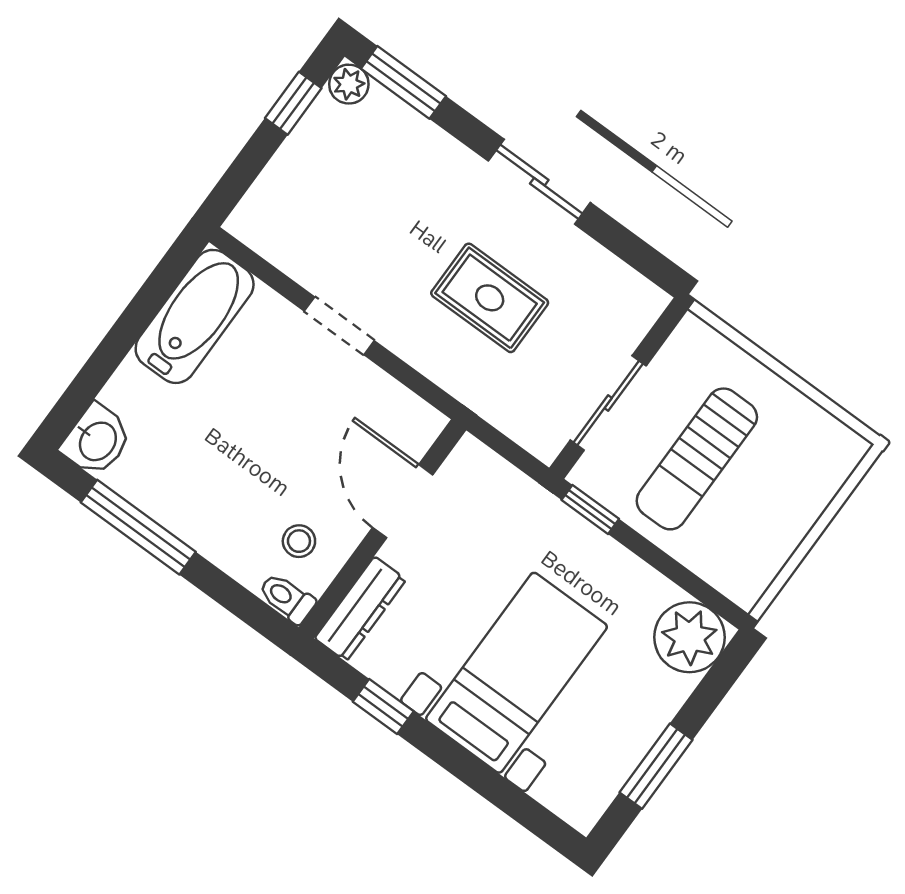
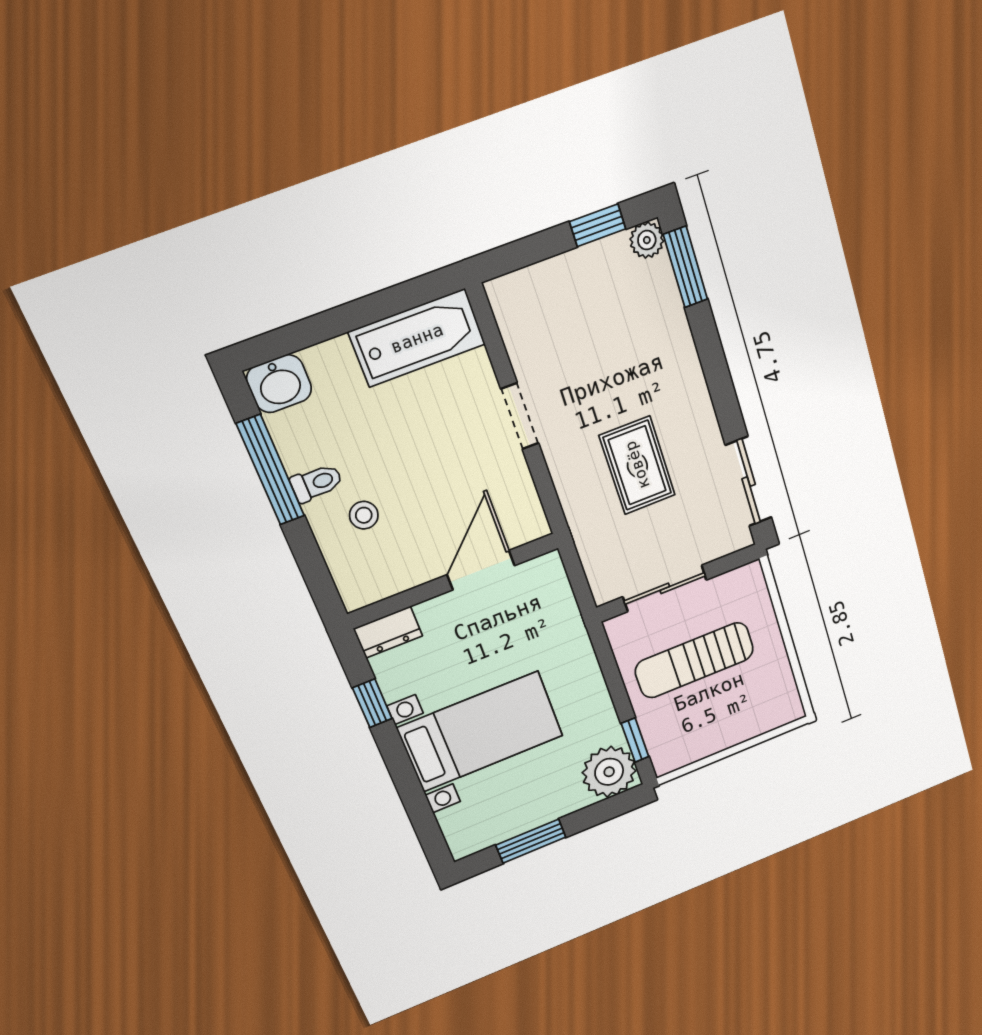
sliding door: (539, 182) -> (749, 482), moved
window: (590, 509) -> (635, 740), moved
stool: (299, 541) -> (364, 515), moved
toilet: (287, 598) -> (317, 483), moved, turned 90
dresser: (360, 609) -> (388, 632), width x0.70

